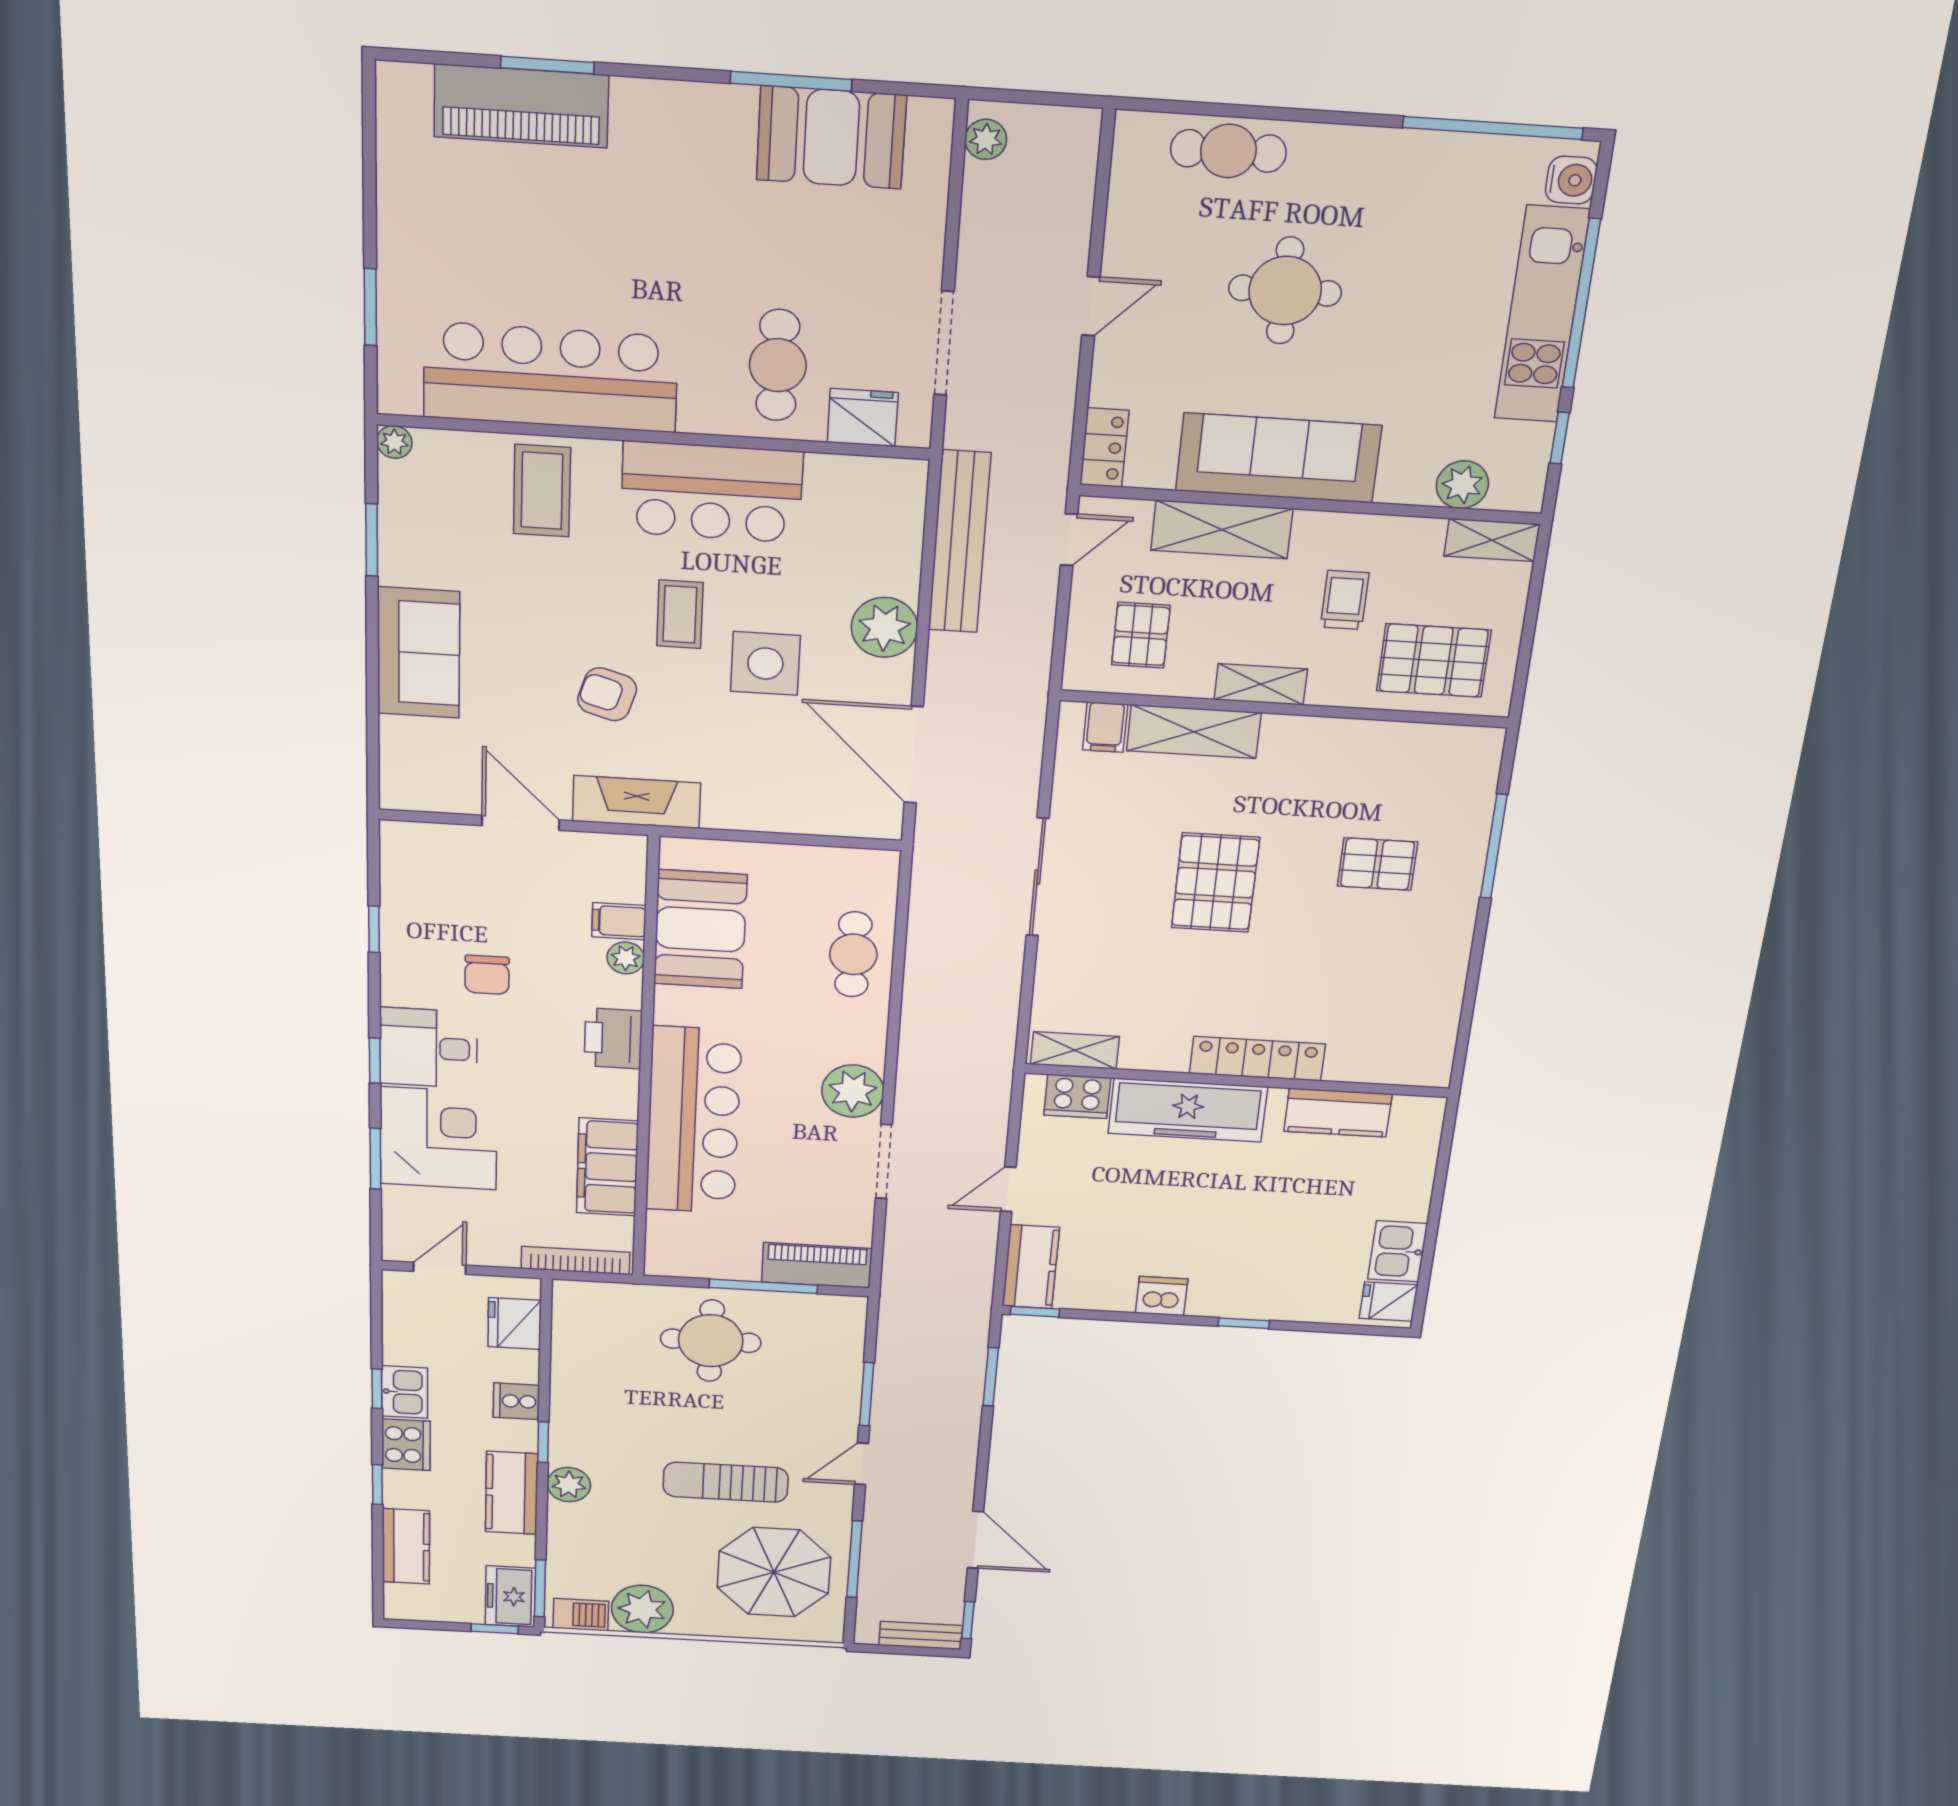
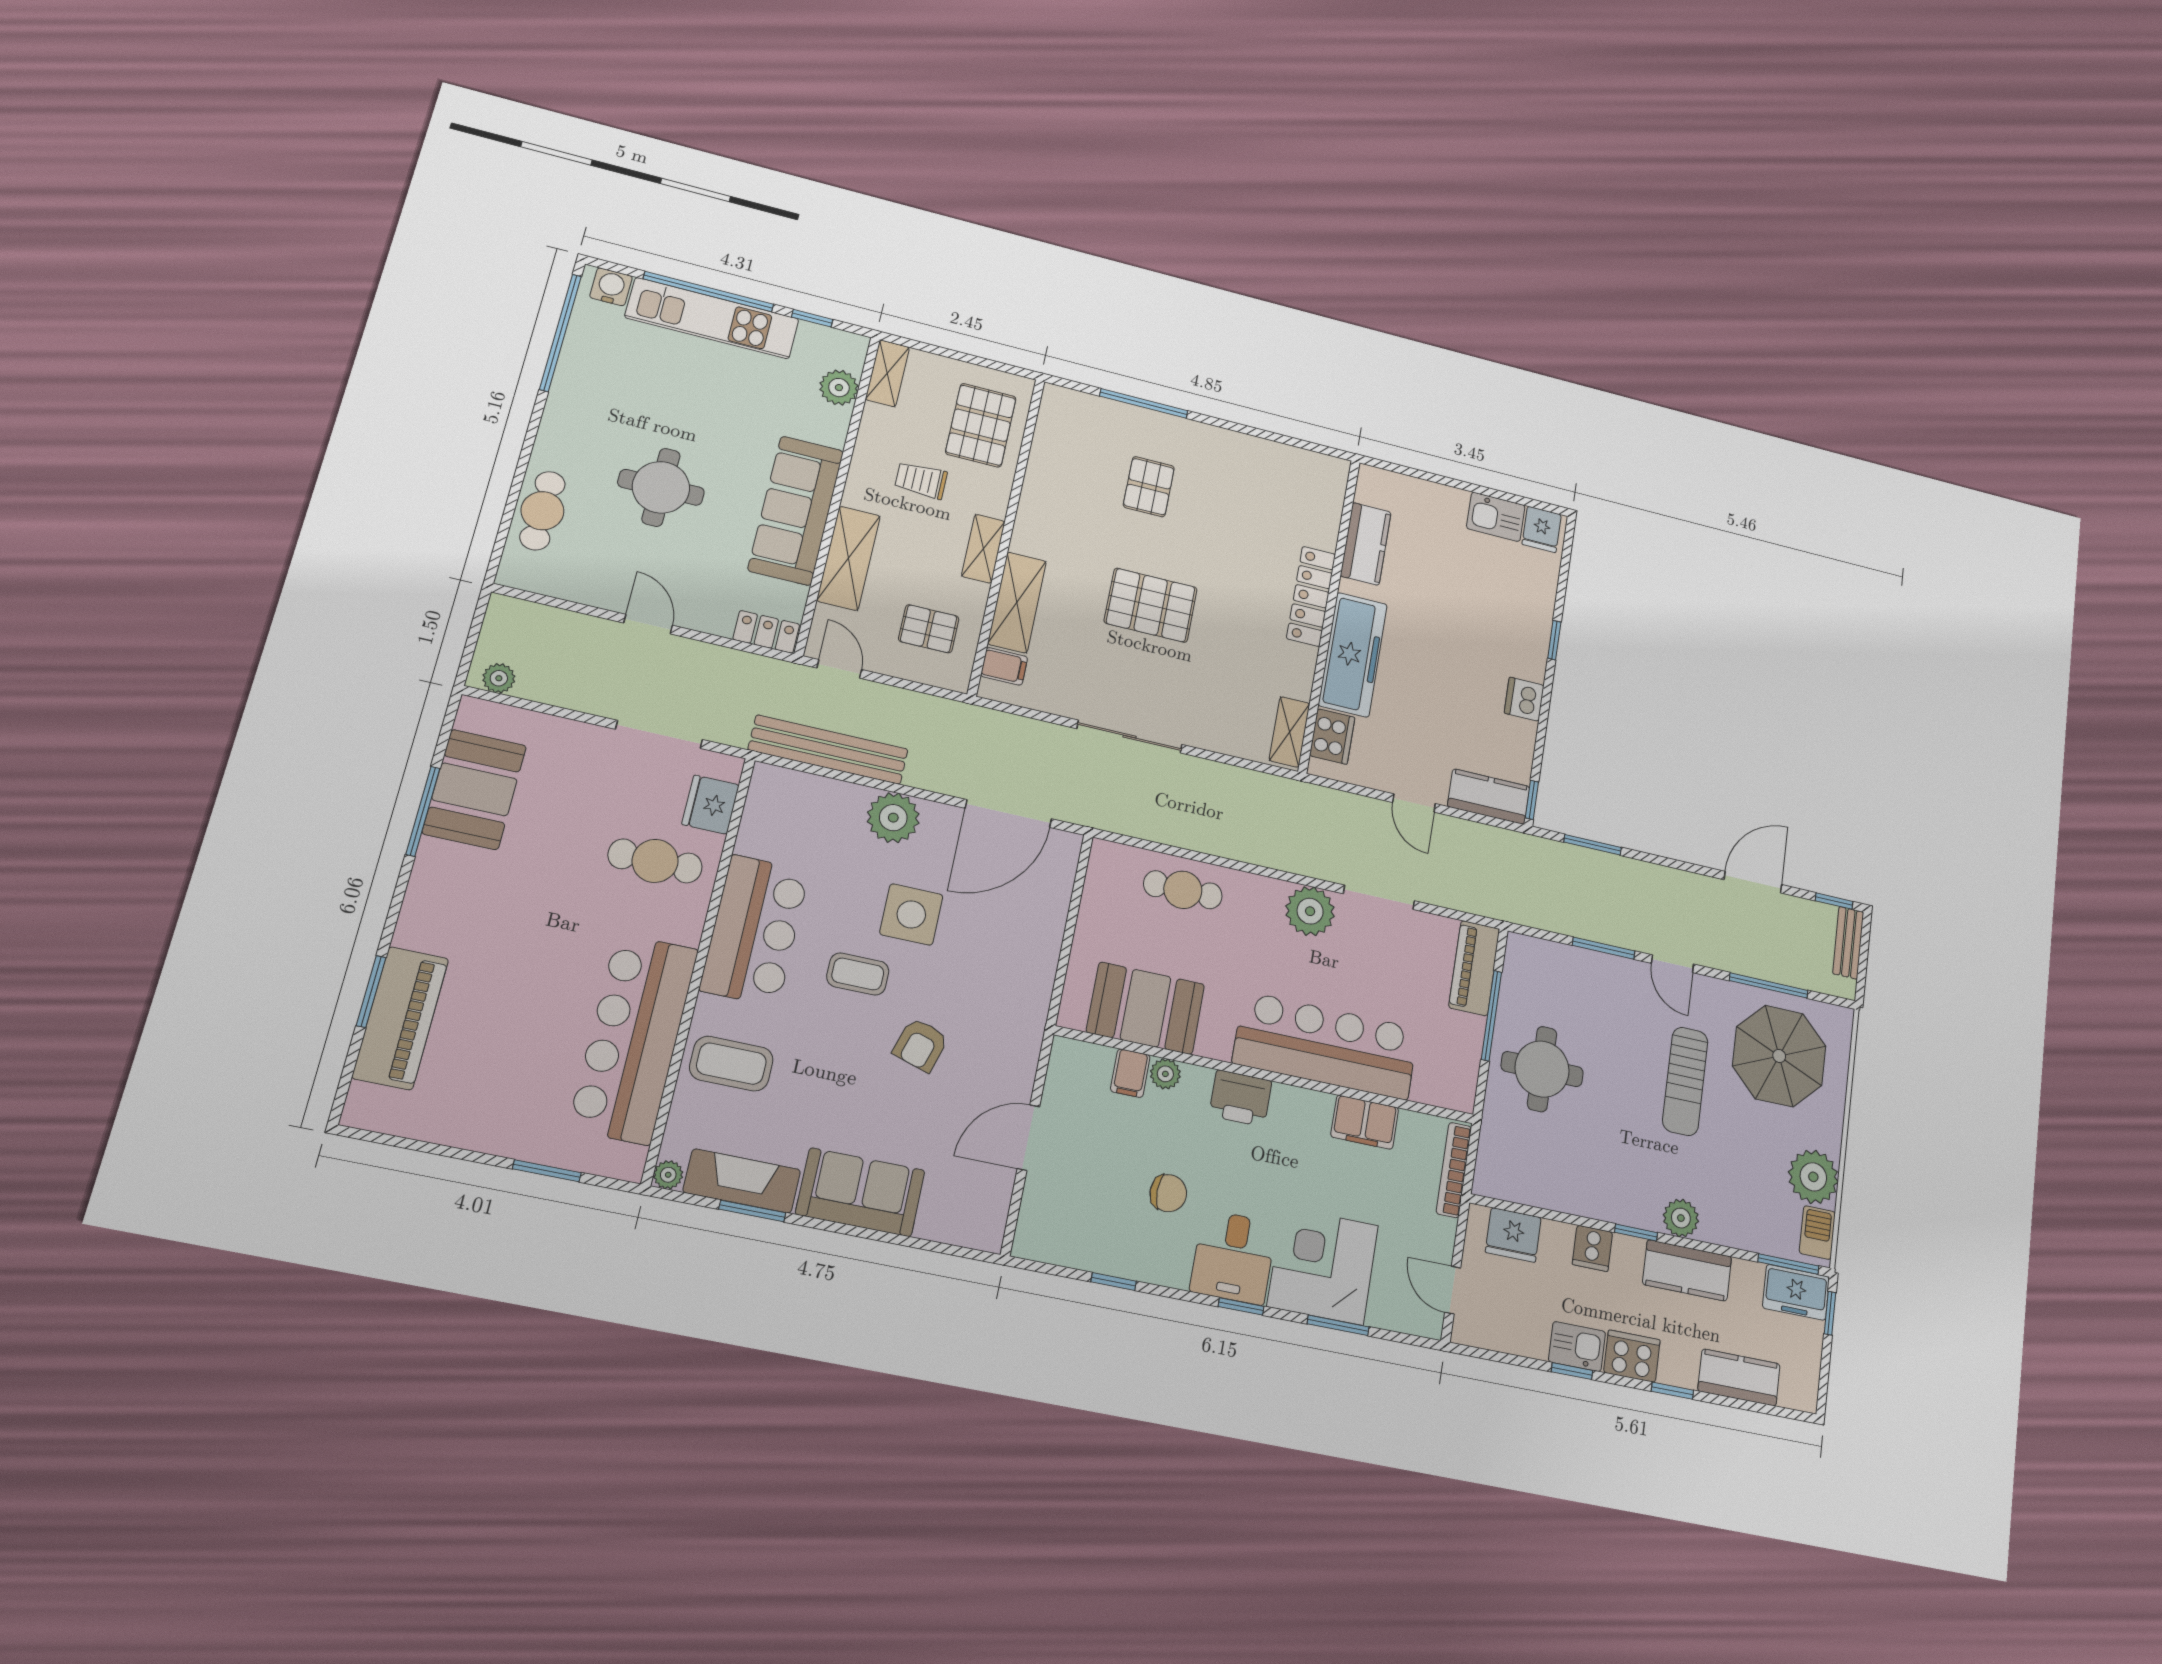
fireplace: (637, 802) -> (742, 1181), moved, turned 90
filing cabinet: (607, 1167) -> (1365, 1122), width x0.67, depth x0.86

